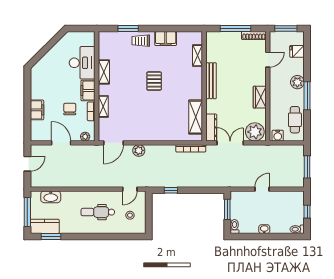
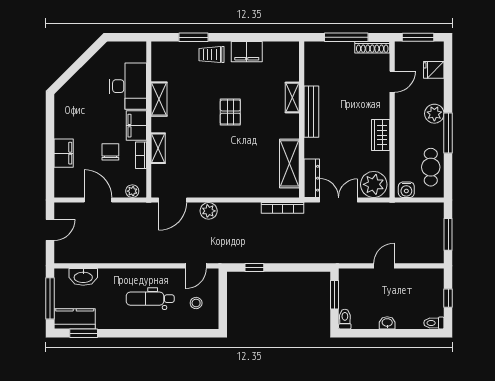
shelving: (198, 56) -> (292, 97), moved

